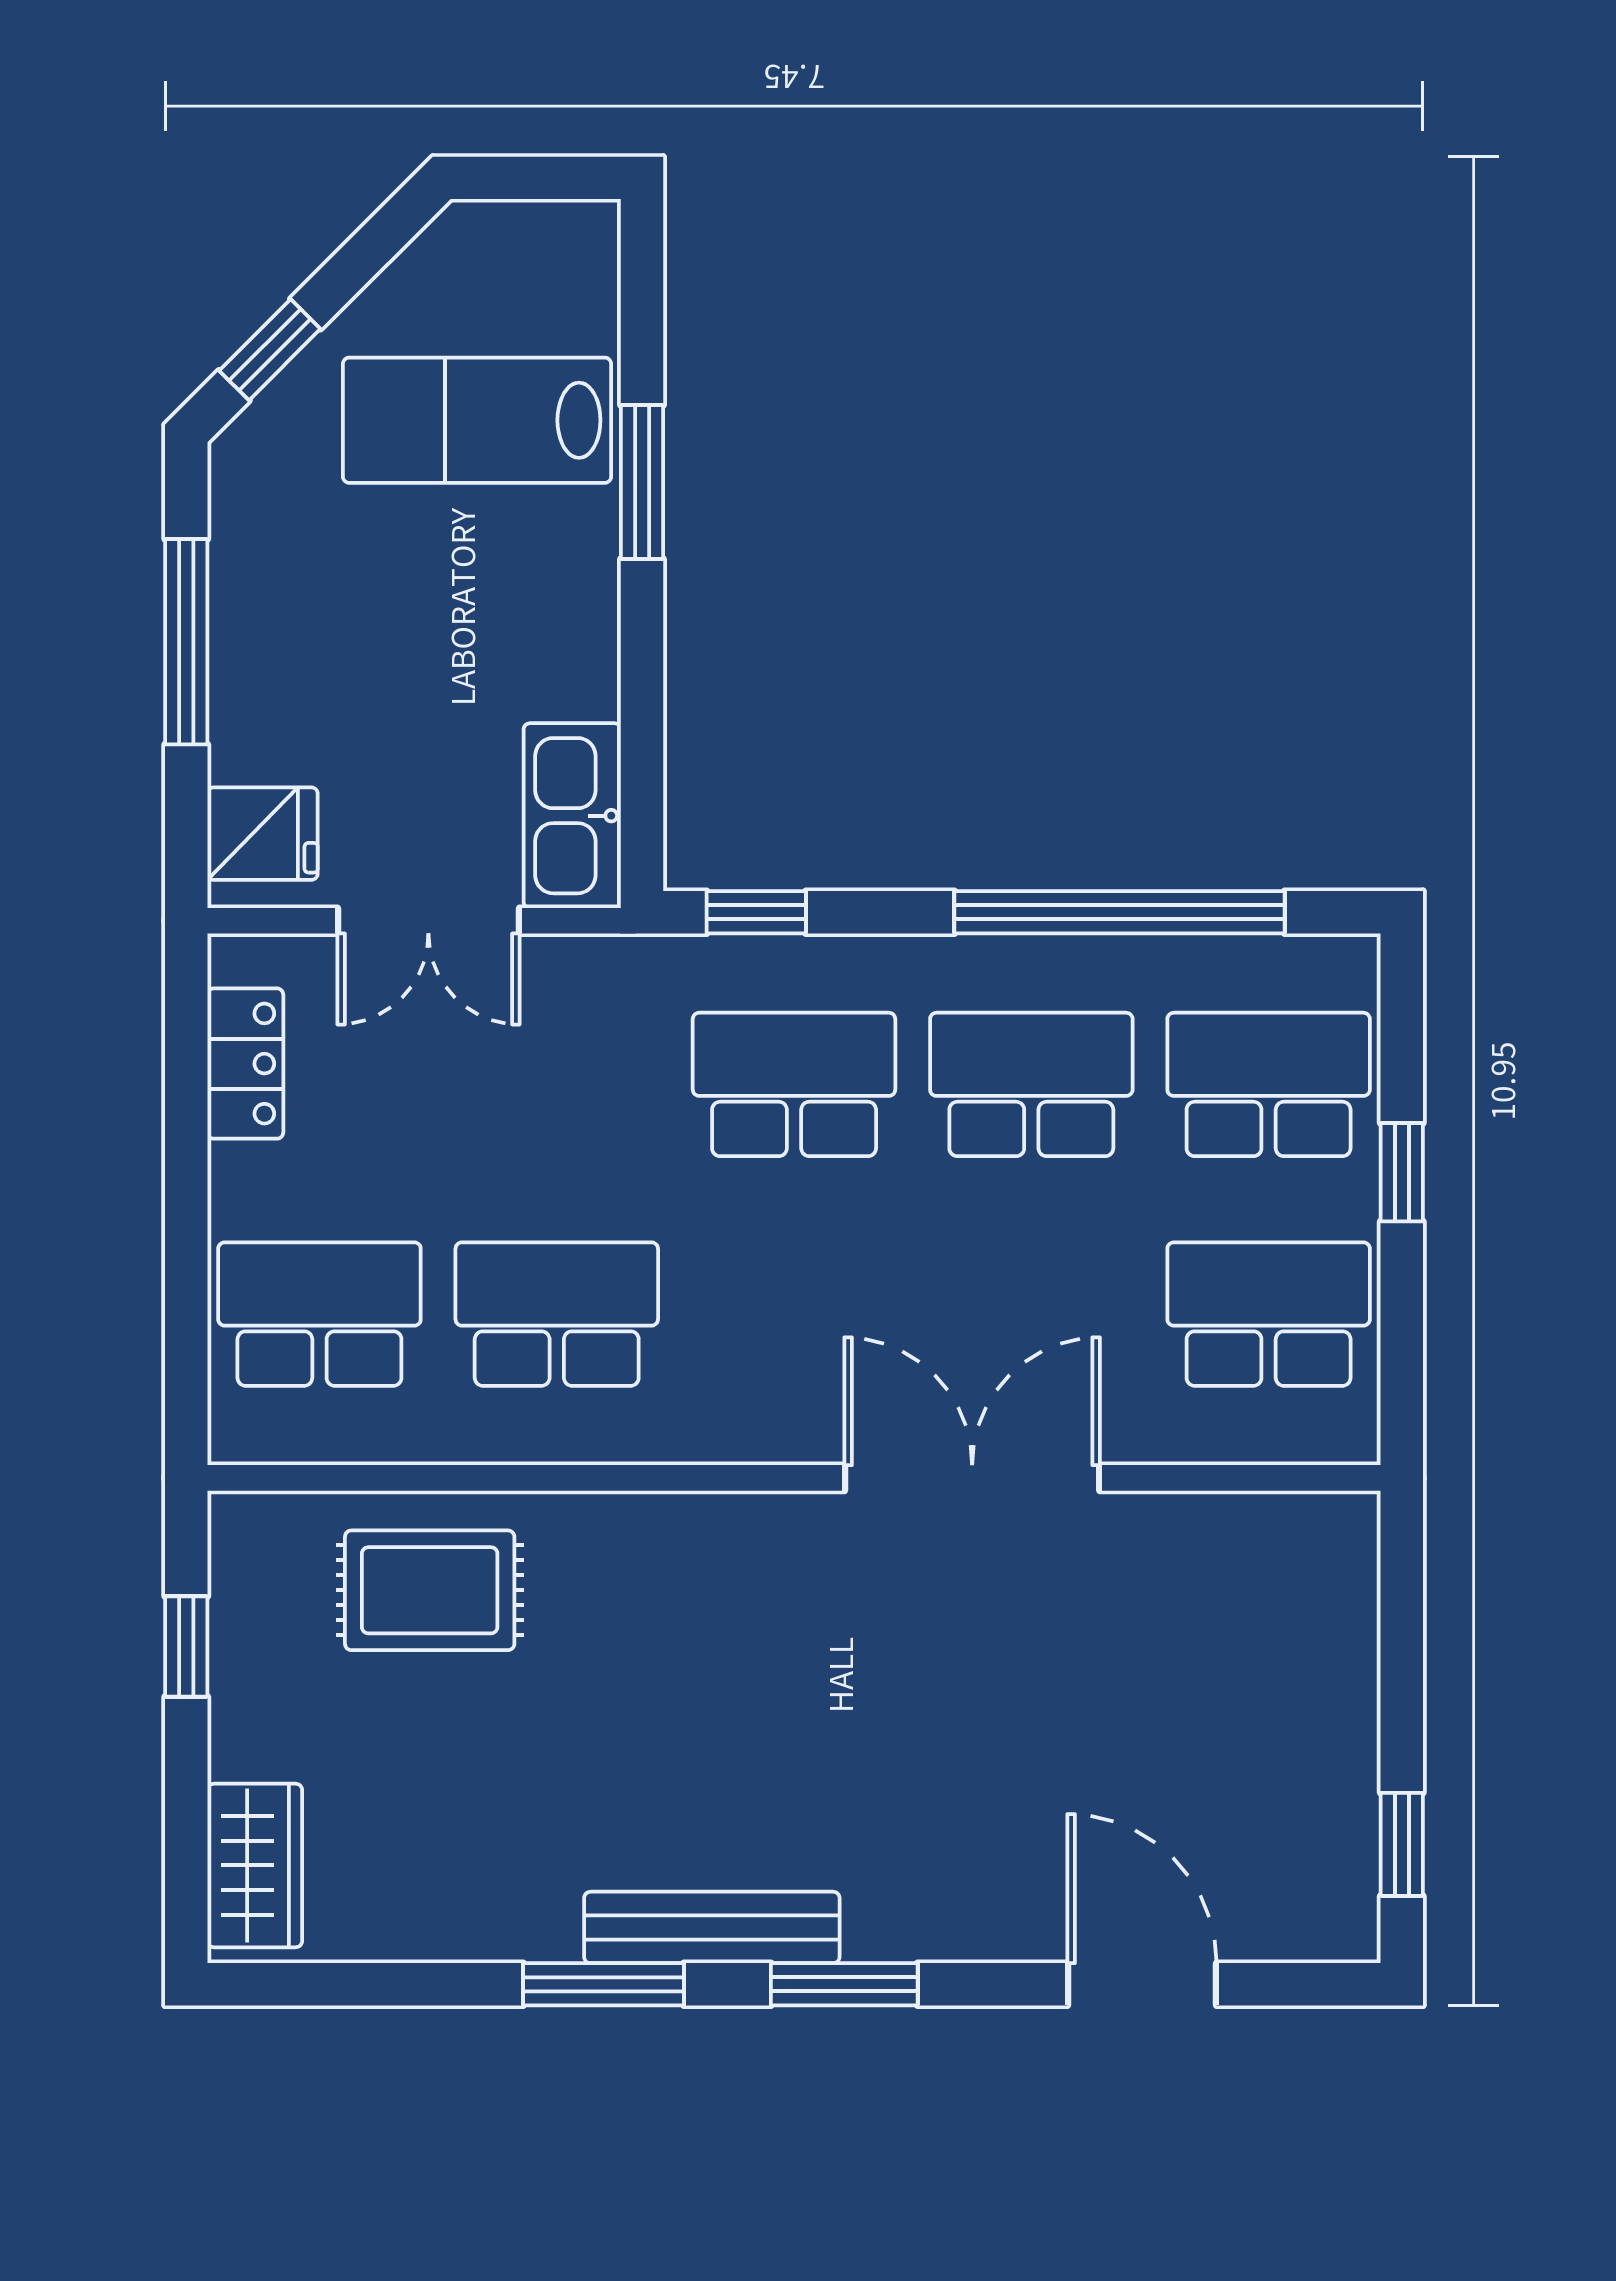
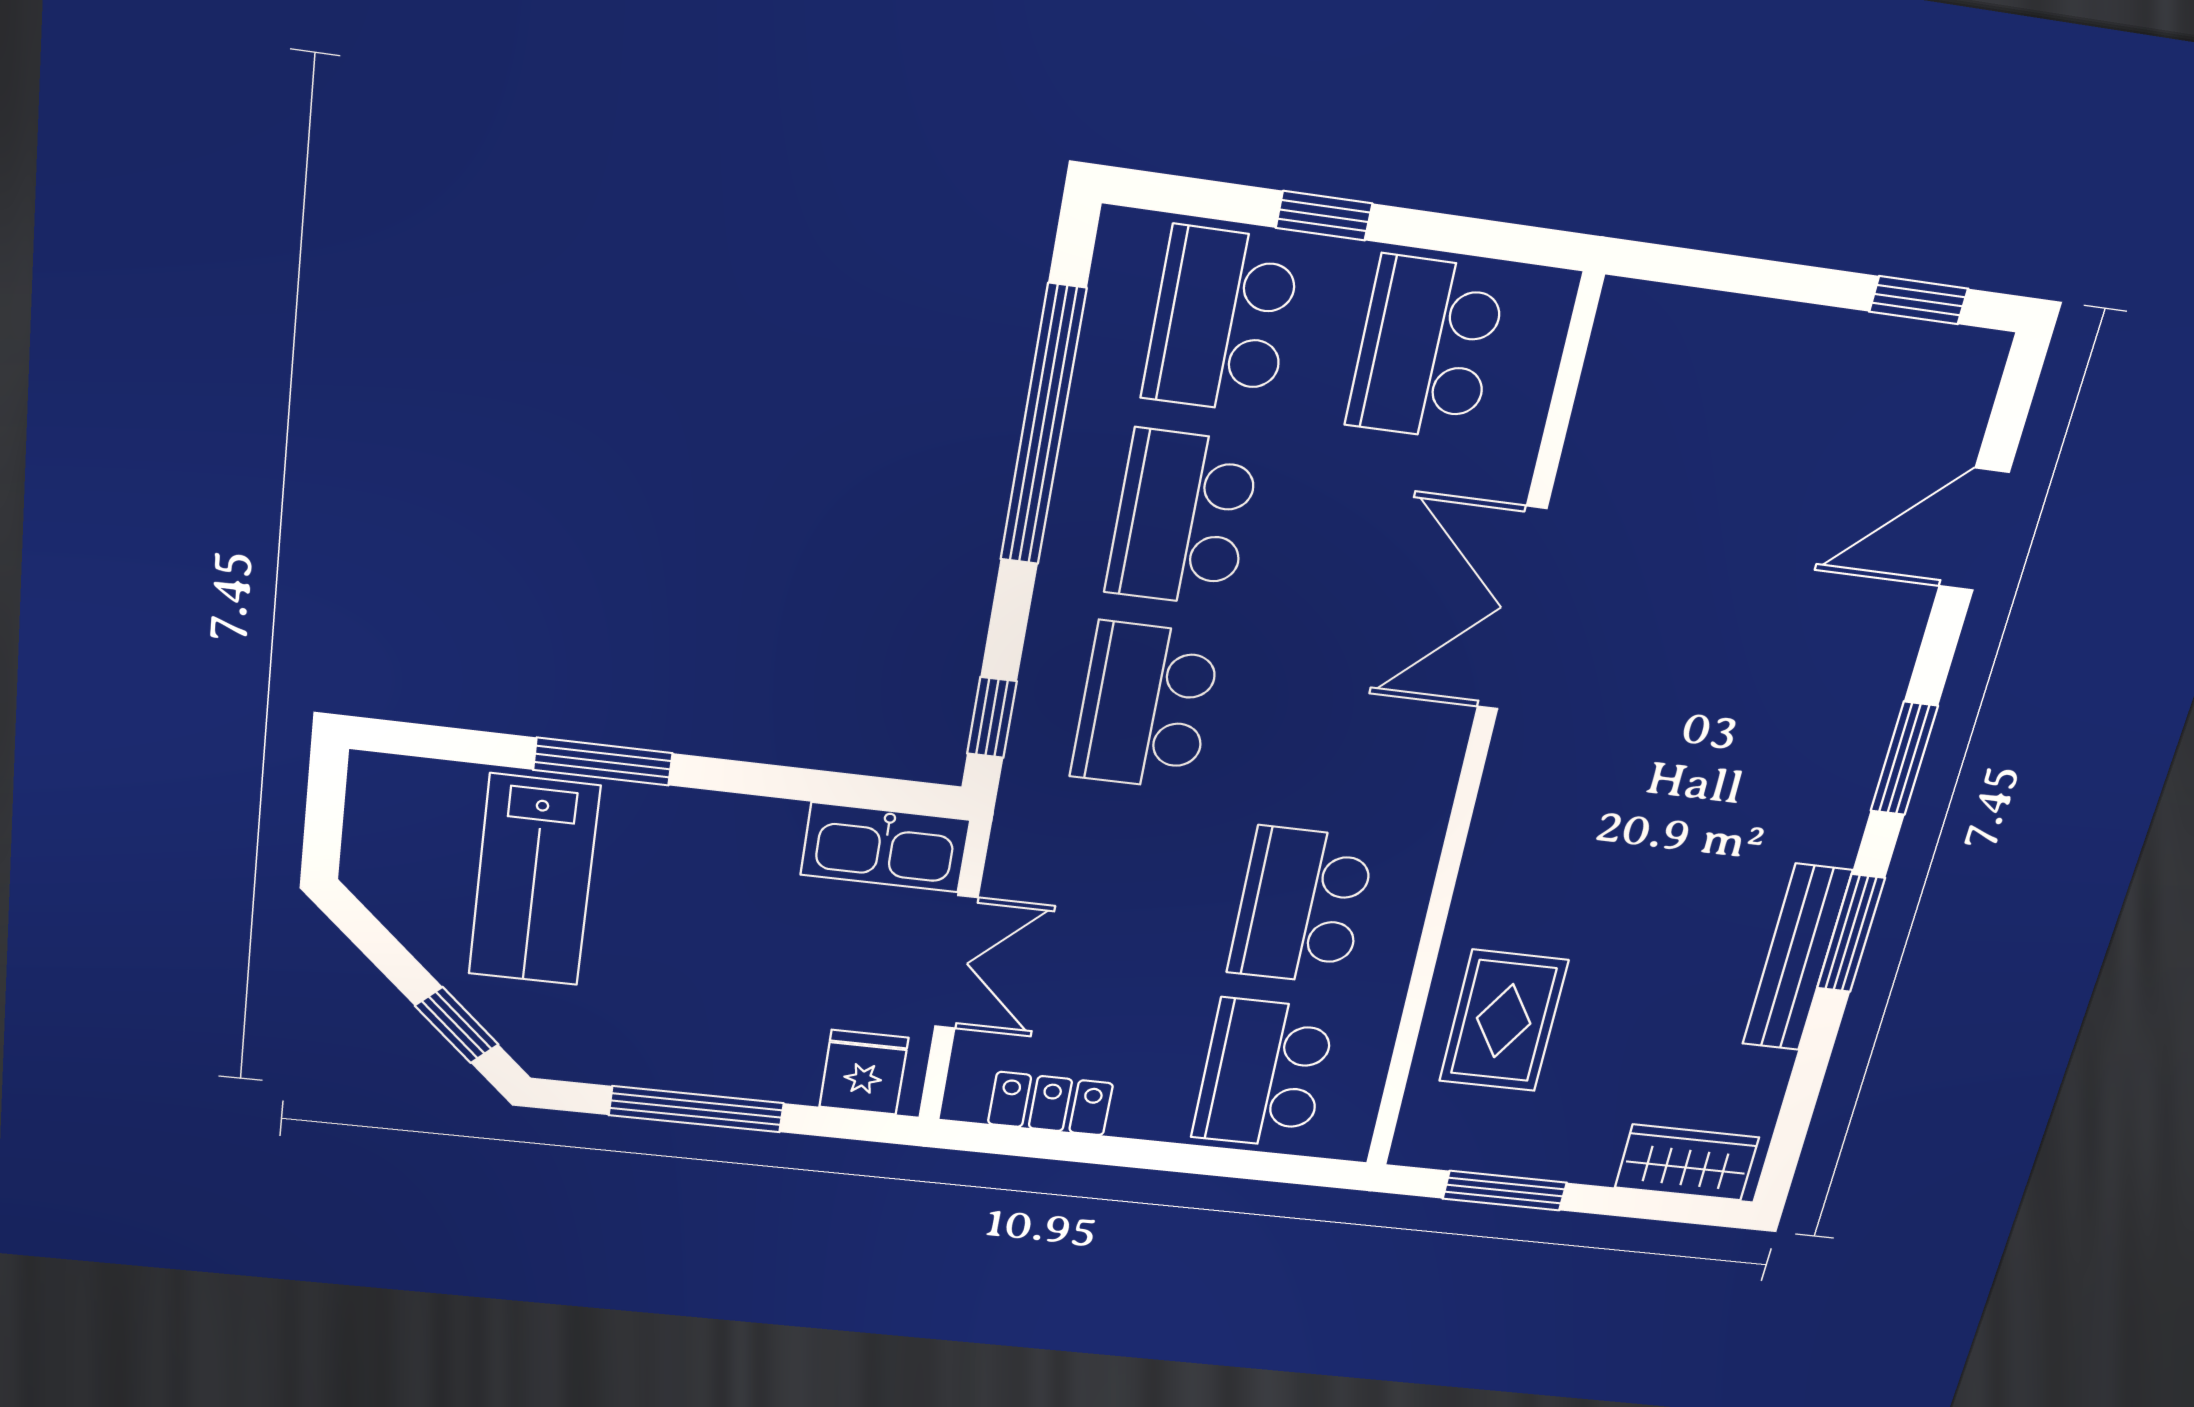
window: (186, 1646) -> (1505, 1191), width x1.50
bench: (712, 1927) -> (1797, 958), moved

